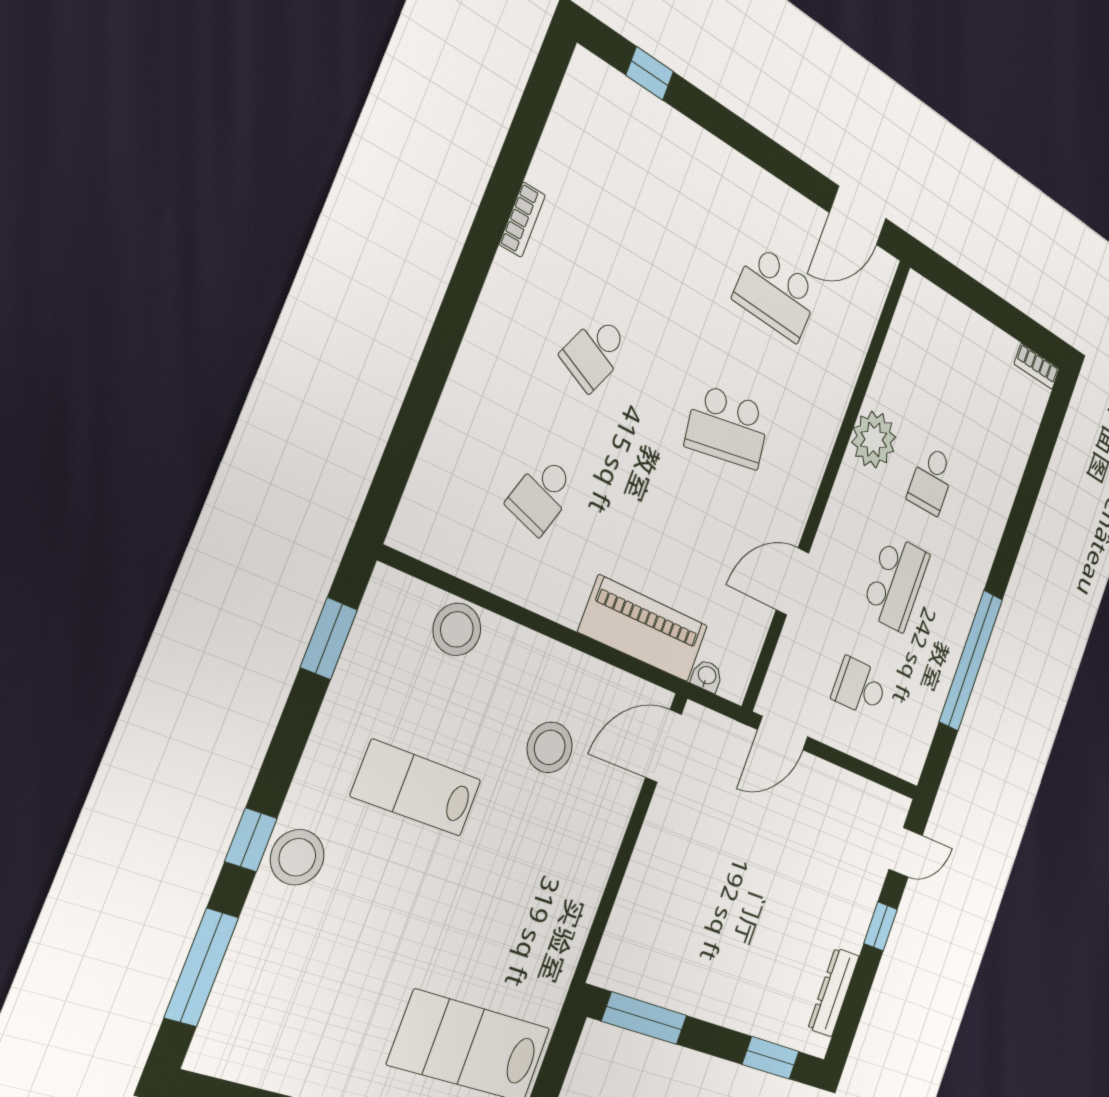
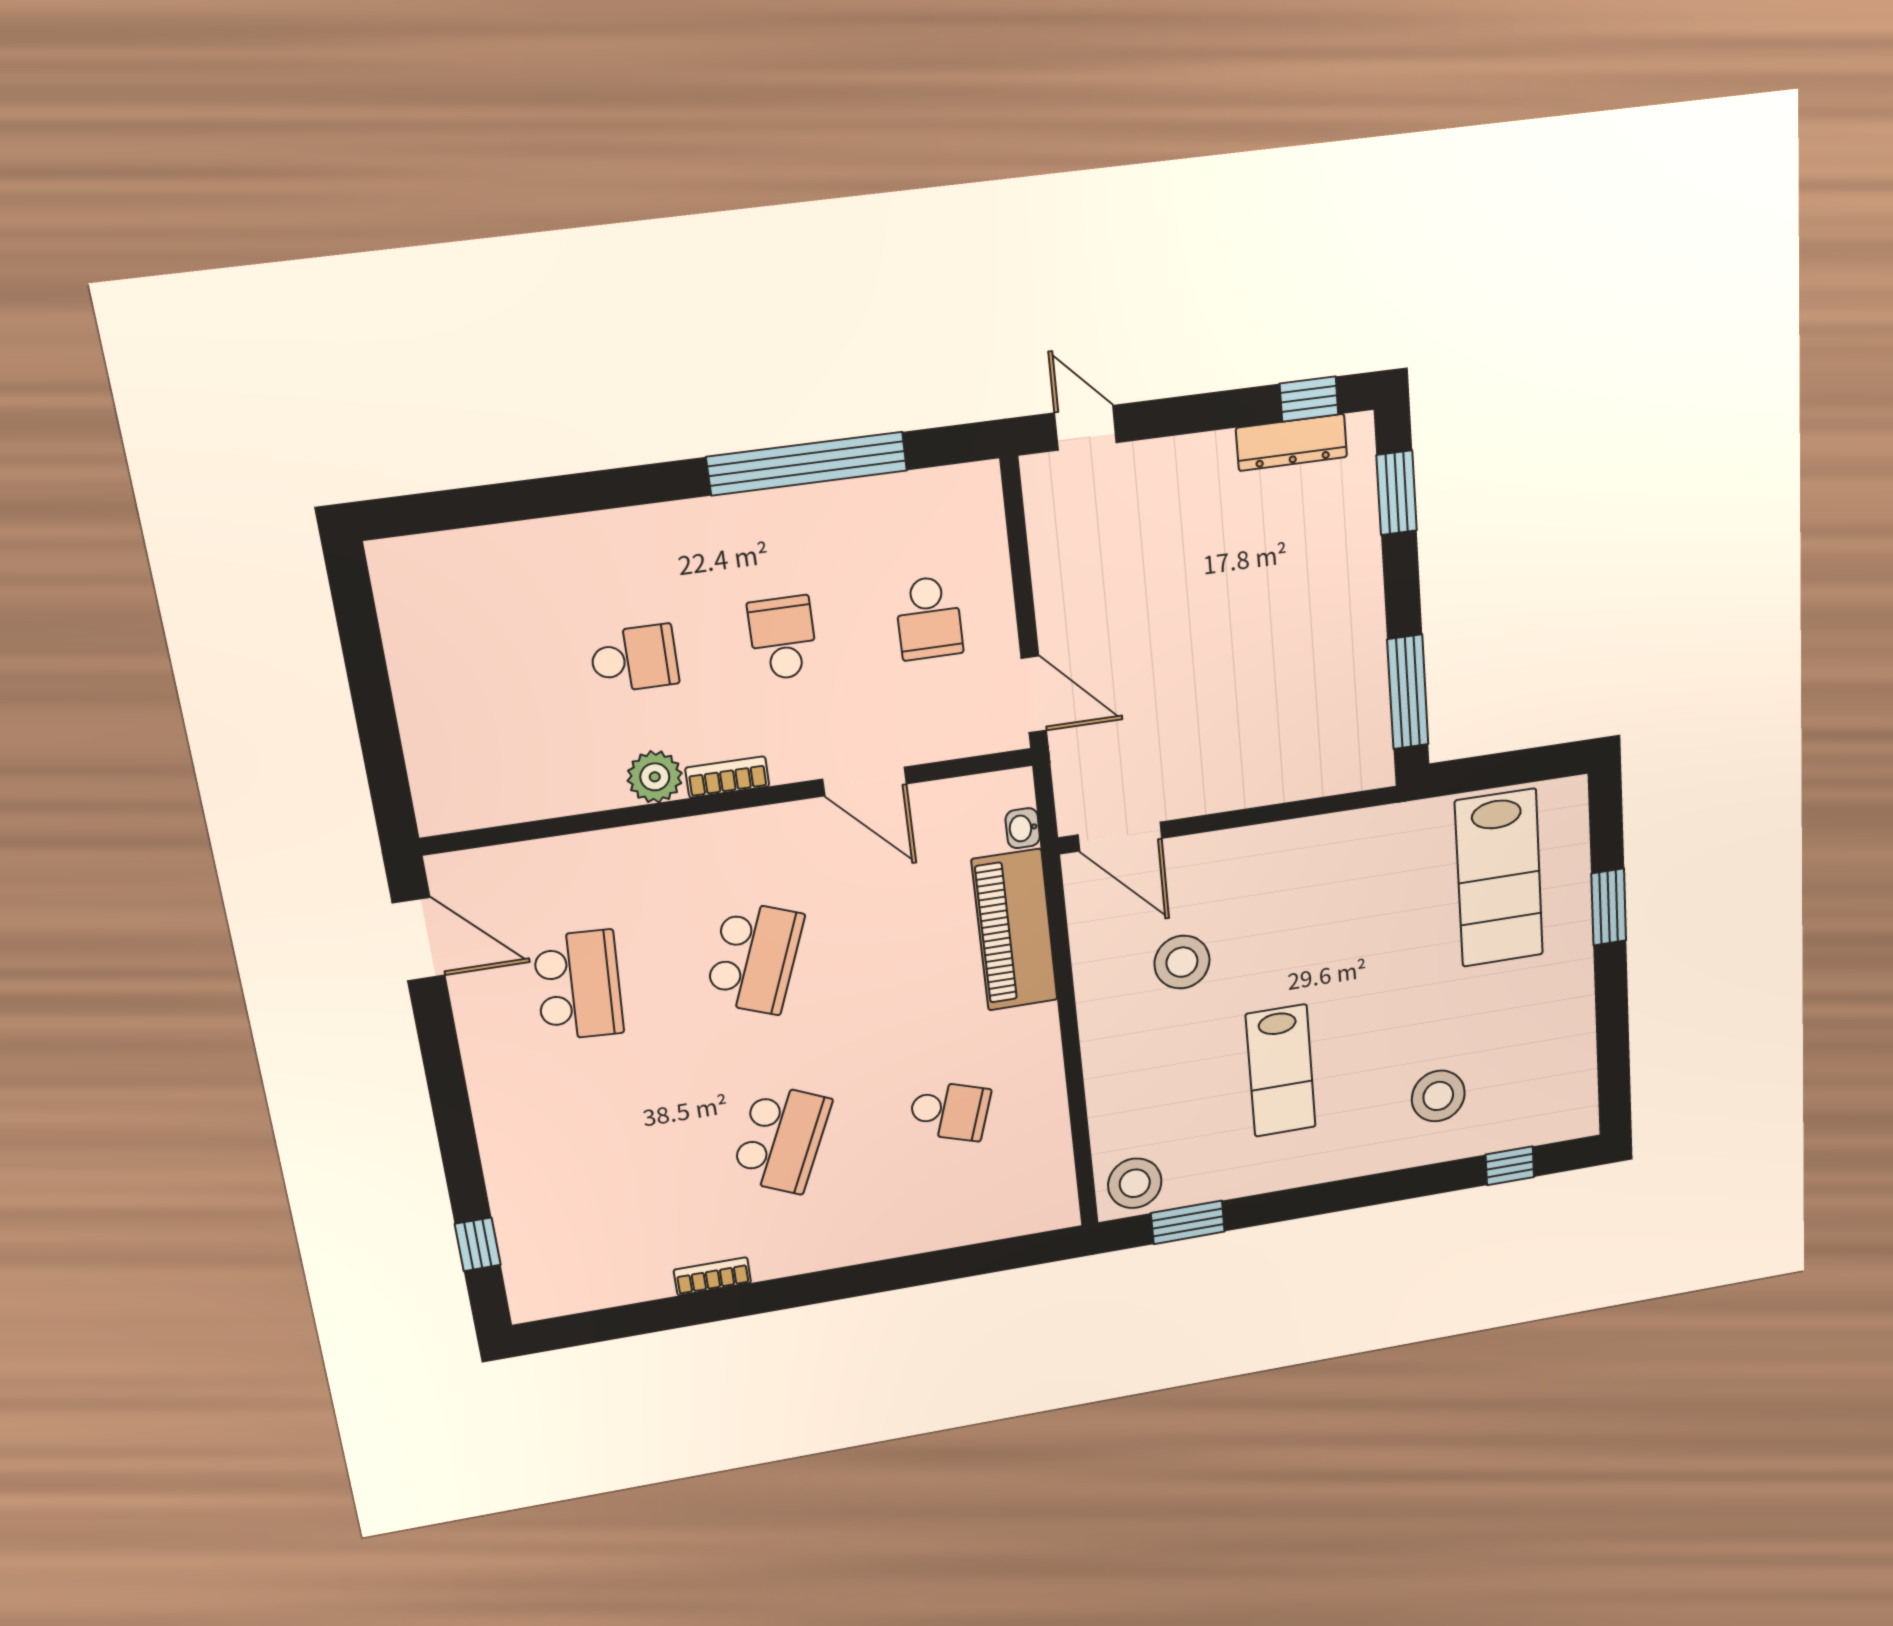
school desk: (595, 352) -> (781, 1139), width x1.85
bookcase: (1037, 366) -> (727, 777), moved, turned -90
school desk: (728, 427) -> (755, 958), turned 30
plant: (874, 440) -> (655, 777), width x0.73, depth x0.73
school desk: (896, 583) -> (783, 638), width x0.54
stool: (457, 629) -> (1135, 1183), moved
window: (251, 840) -> (1388, 1187), removed
stool: (297, 857) -> (1438, 1096), moved
window: (881, 926) -> (1309, 399), moved
window: (201, 967) -> (1510, 1166), width x0.46

